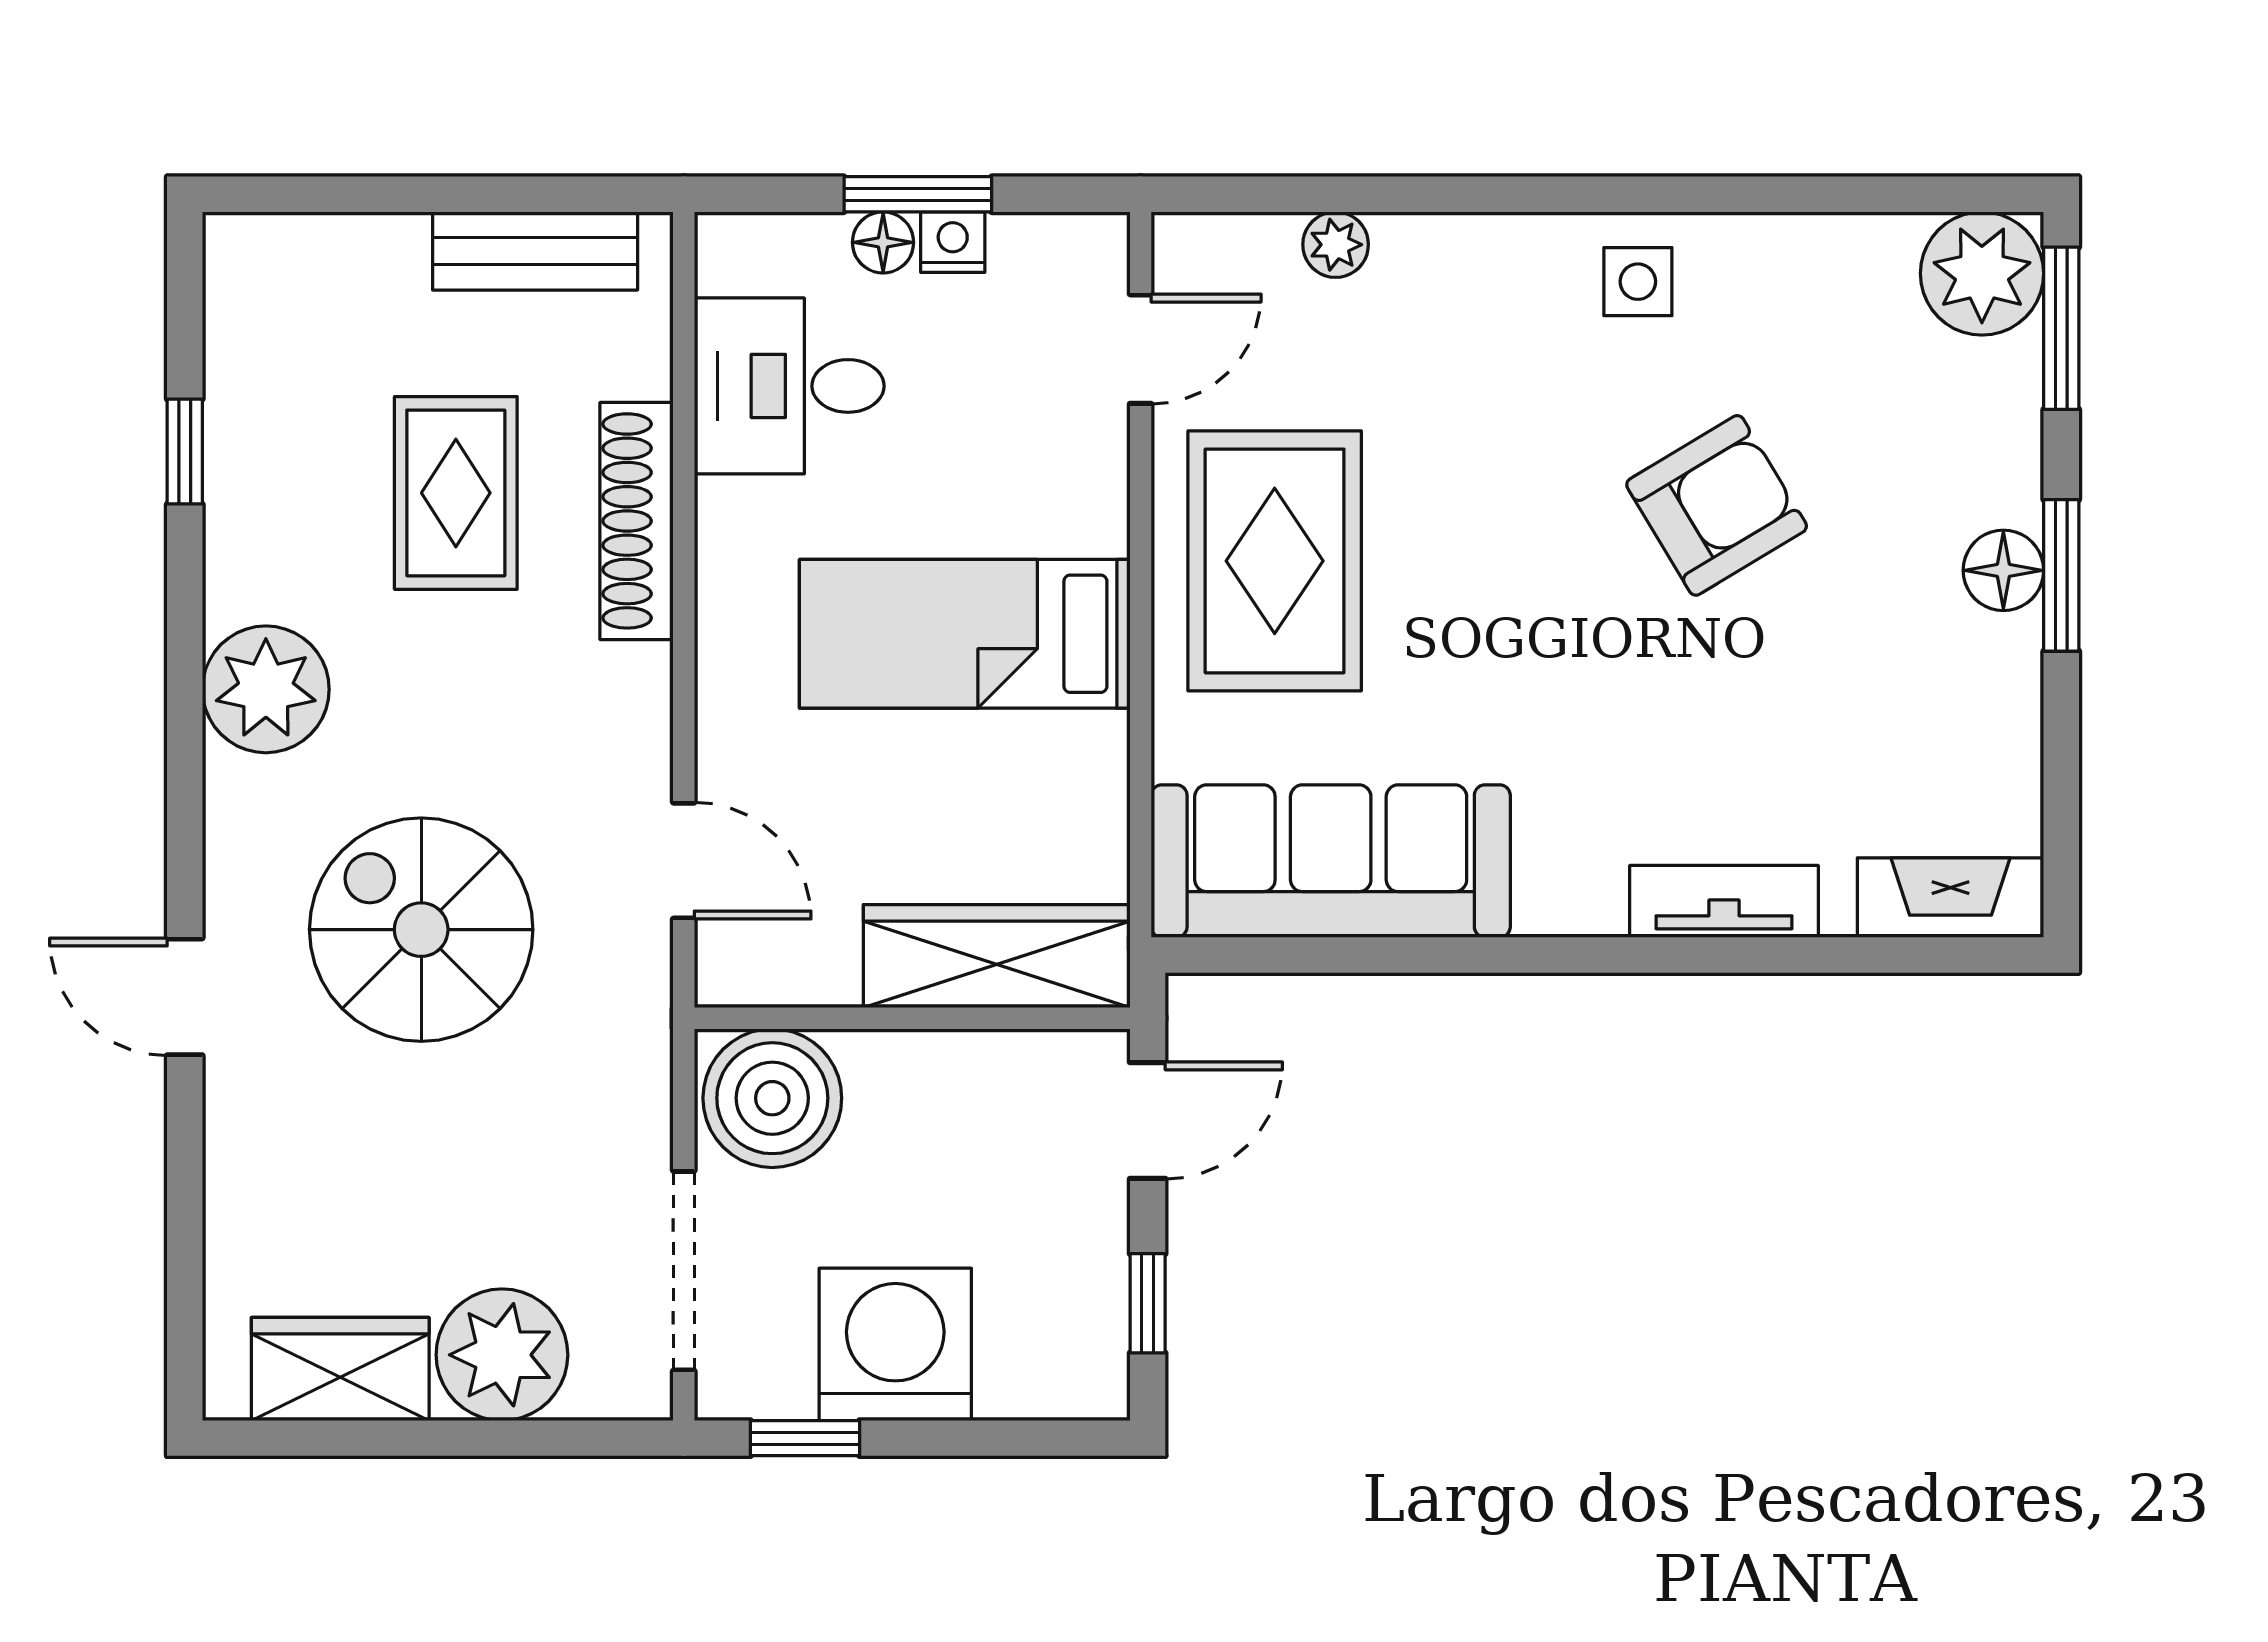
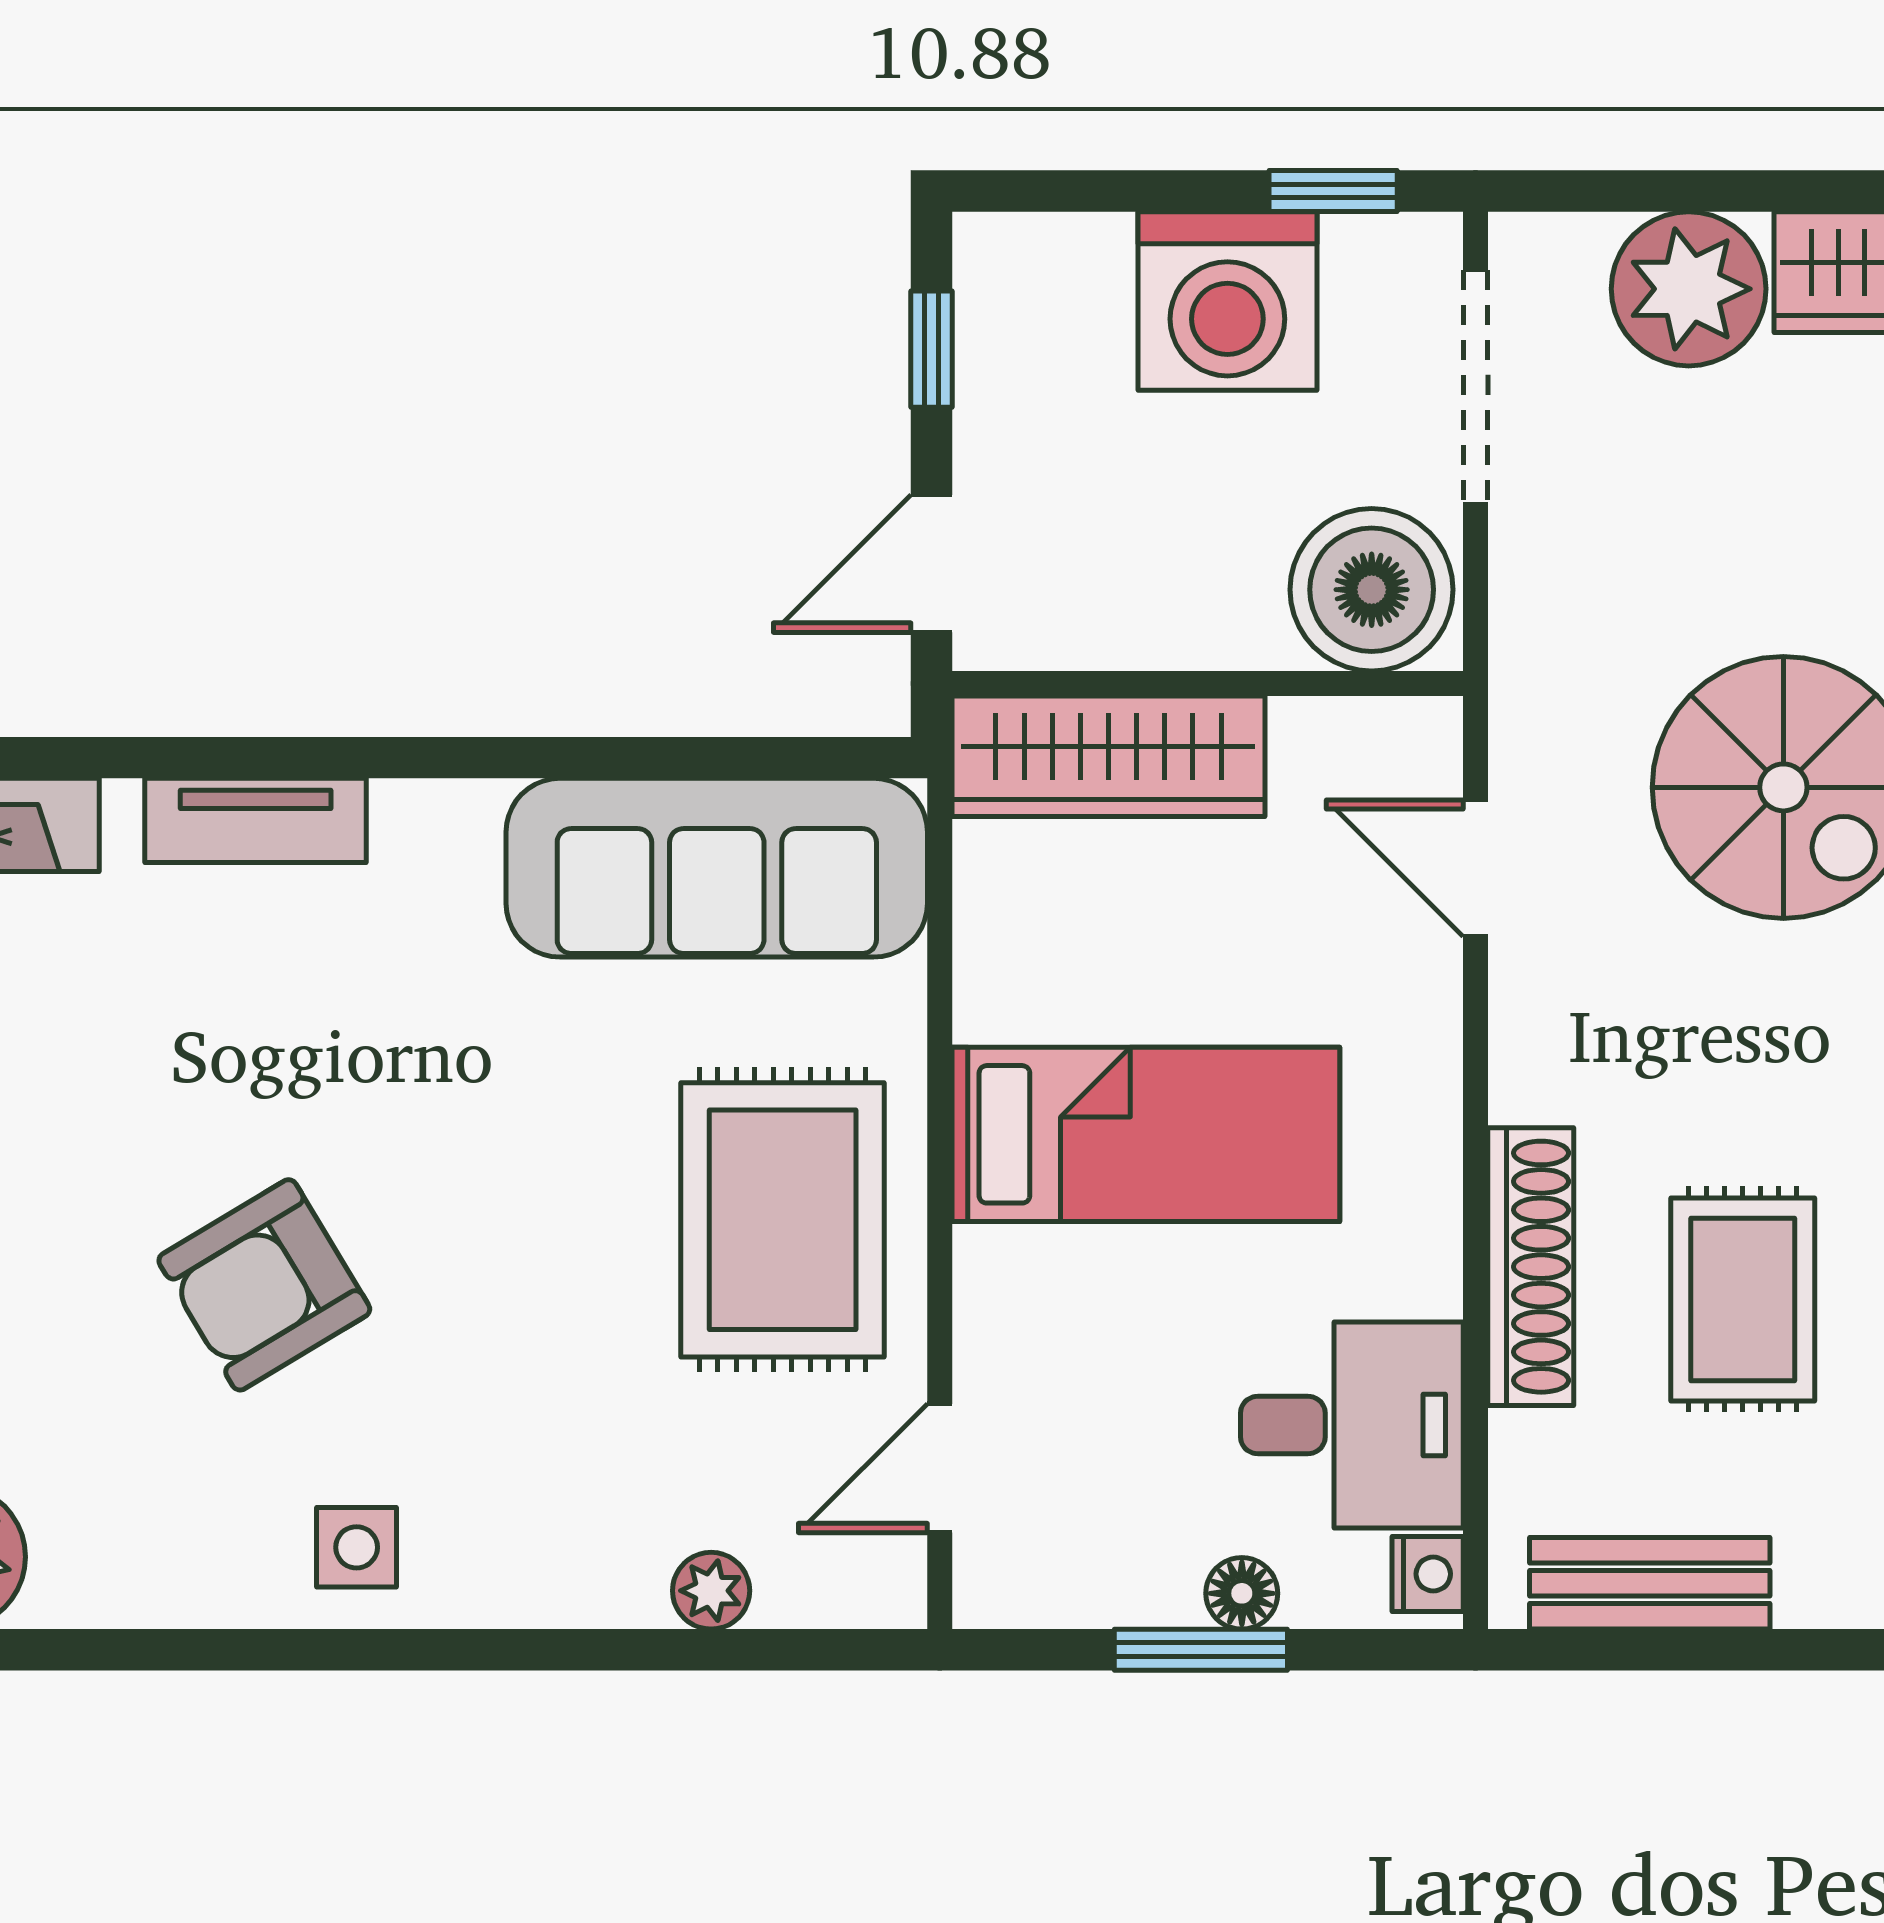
nightstand: (953, 242) -> (1428, 1574), moved, turned -90

